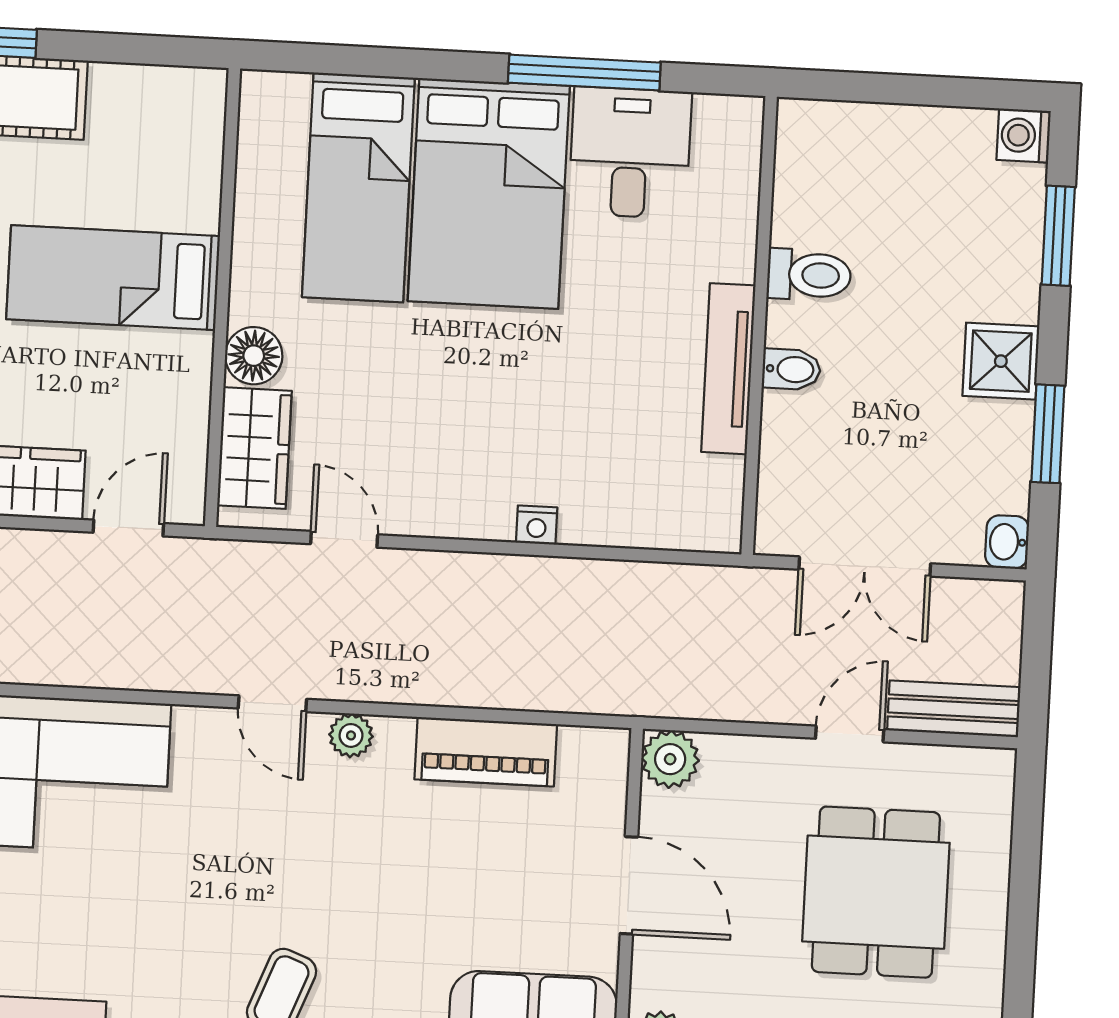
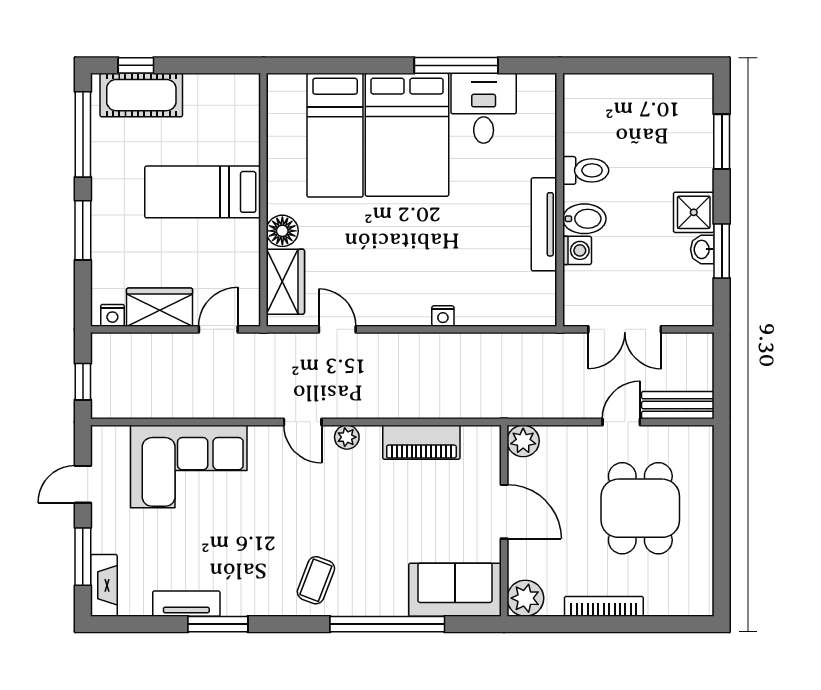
washing machine: (1024, 135) -> (577, 250), moved, turned 180
bidet: (791, 369) -> (584, 219), width x1.38, depth x1.36
washbasin: (1007, 542) -> (702, 249), moved

